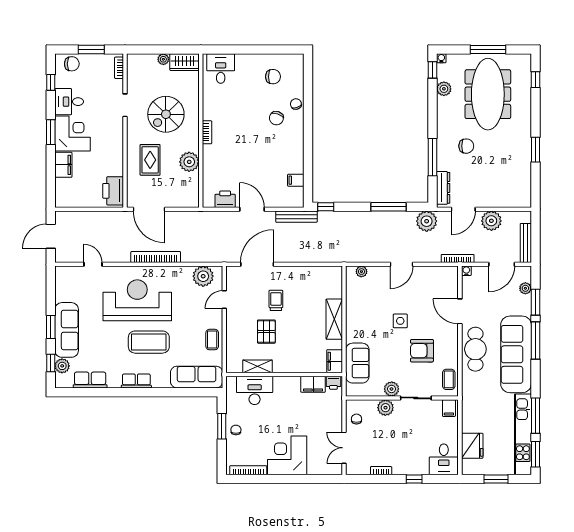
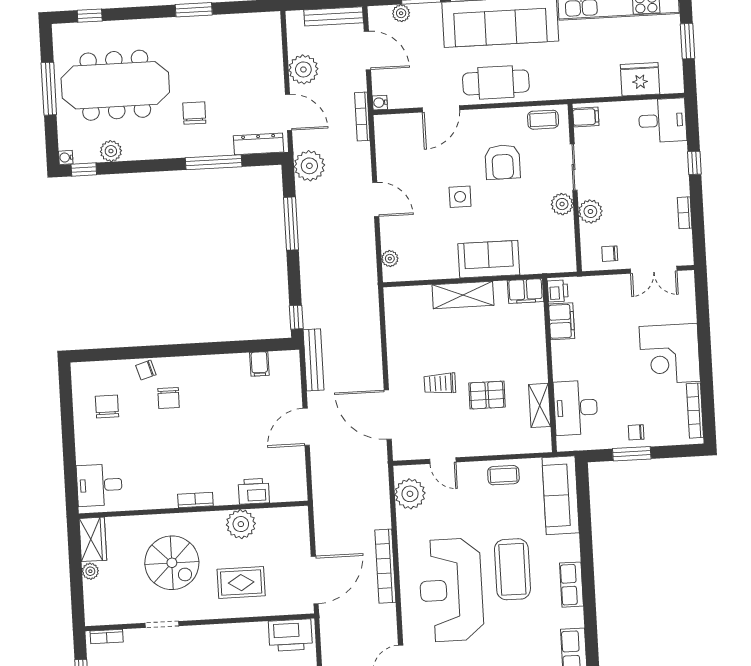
chair: (276, 118) -> (169, 398), turned 71
printer: (225, 199) -> (254, 491), moved, turned 90
sofa: (357, 363) -> (489, 259), moved

